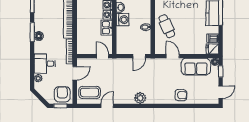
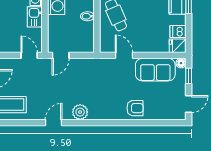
door: (139, 56) -> (61, 55), moved
door: (107, 106) -> (54, 123), moved

